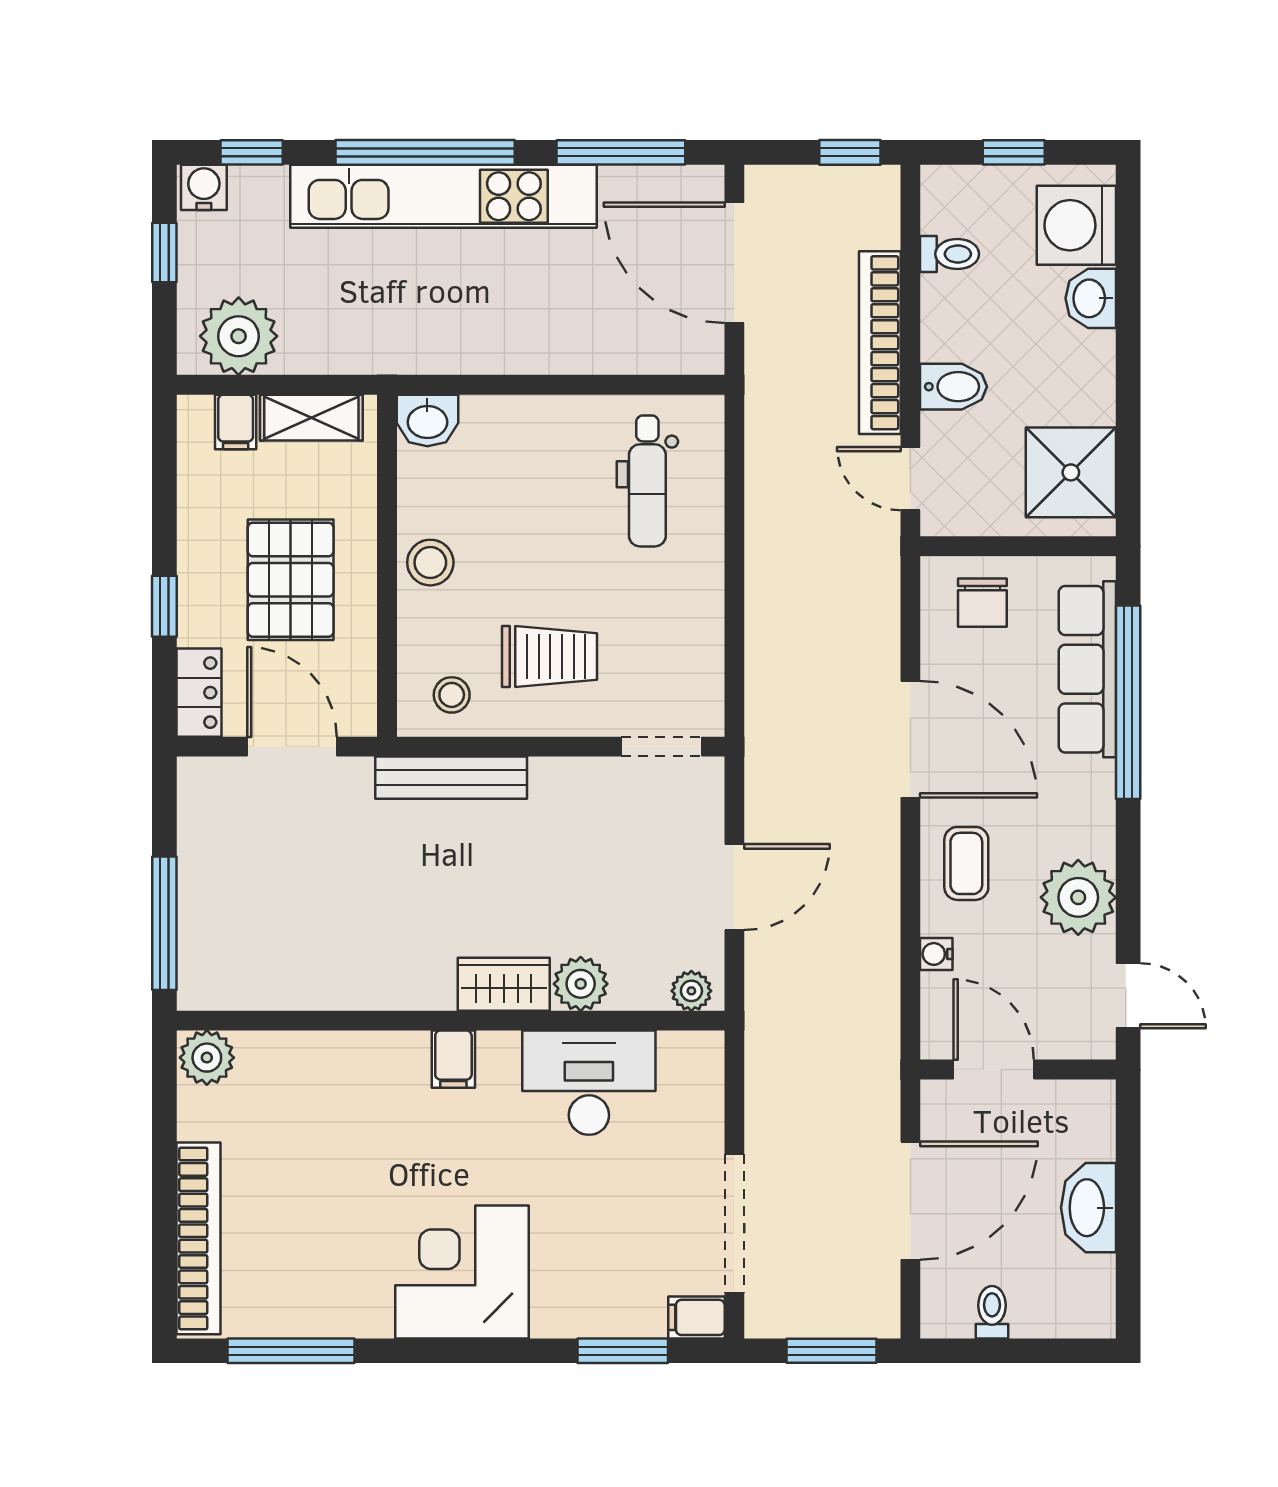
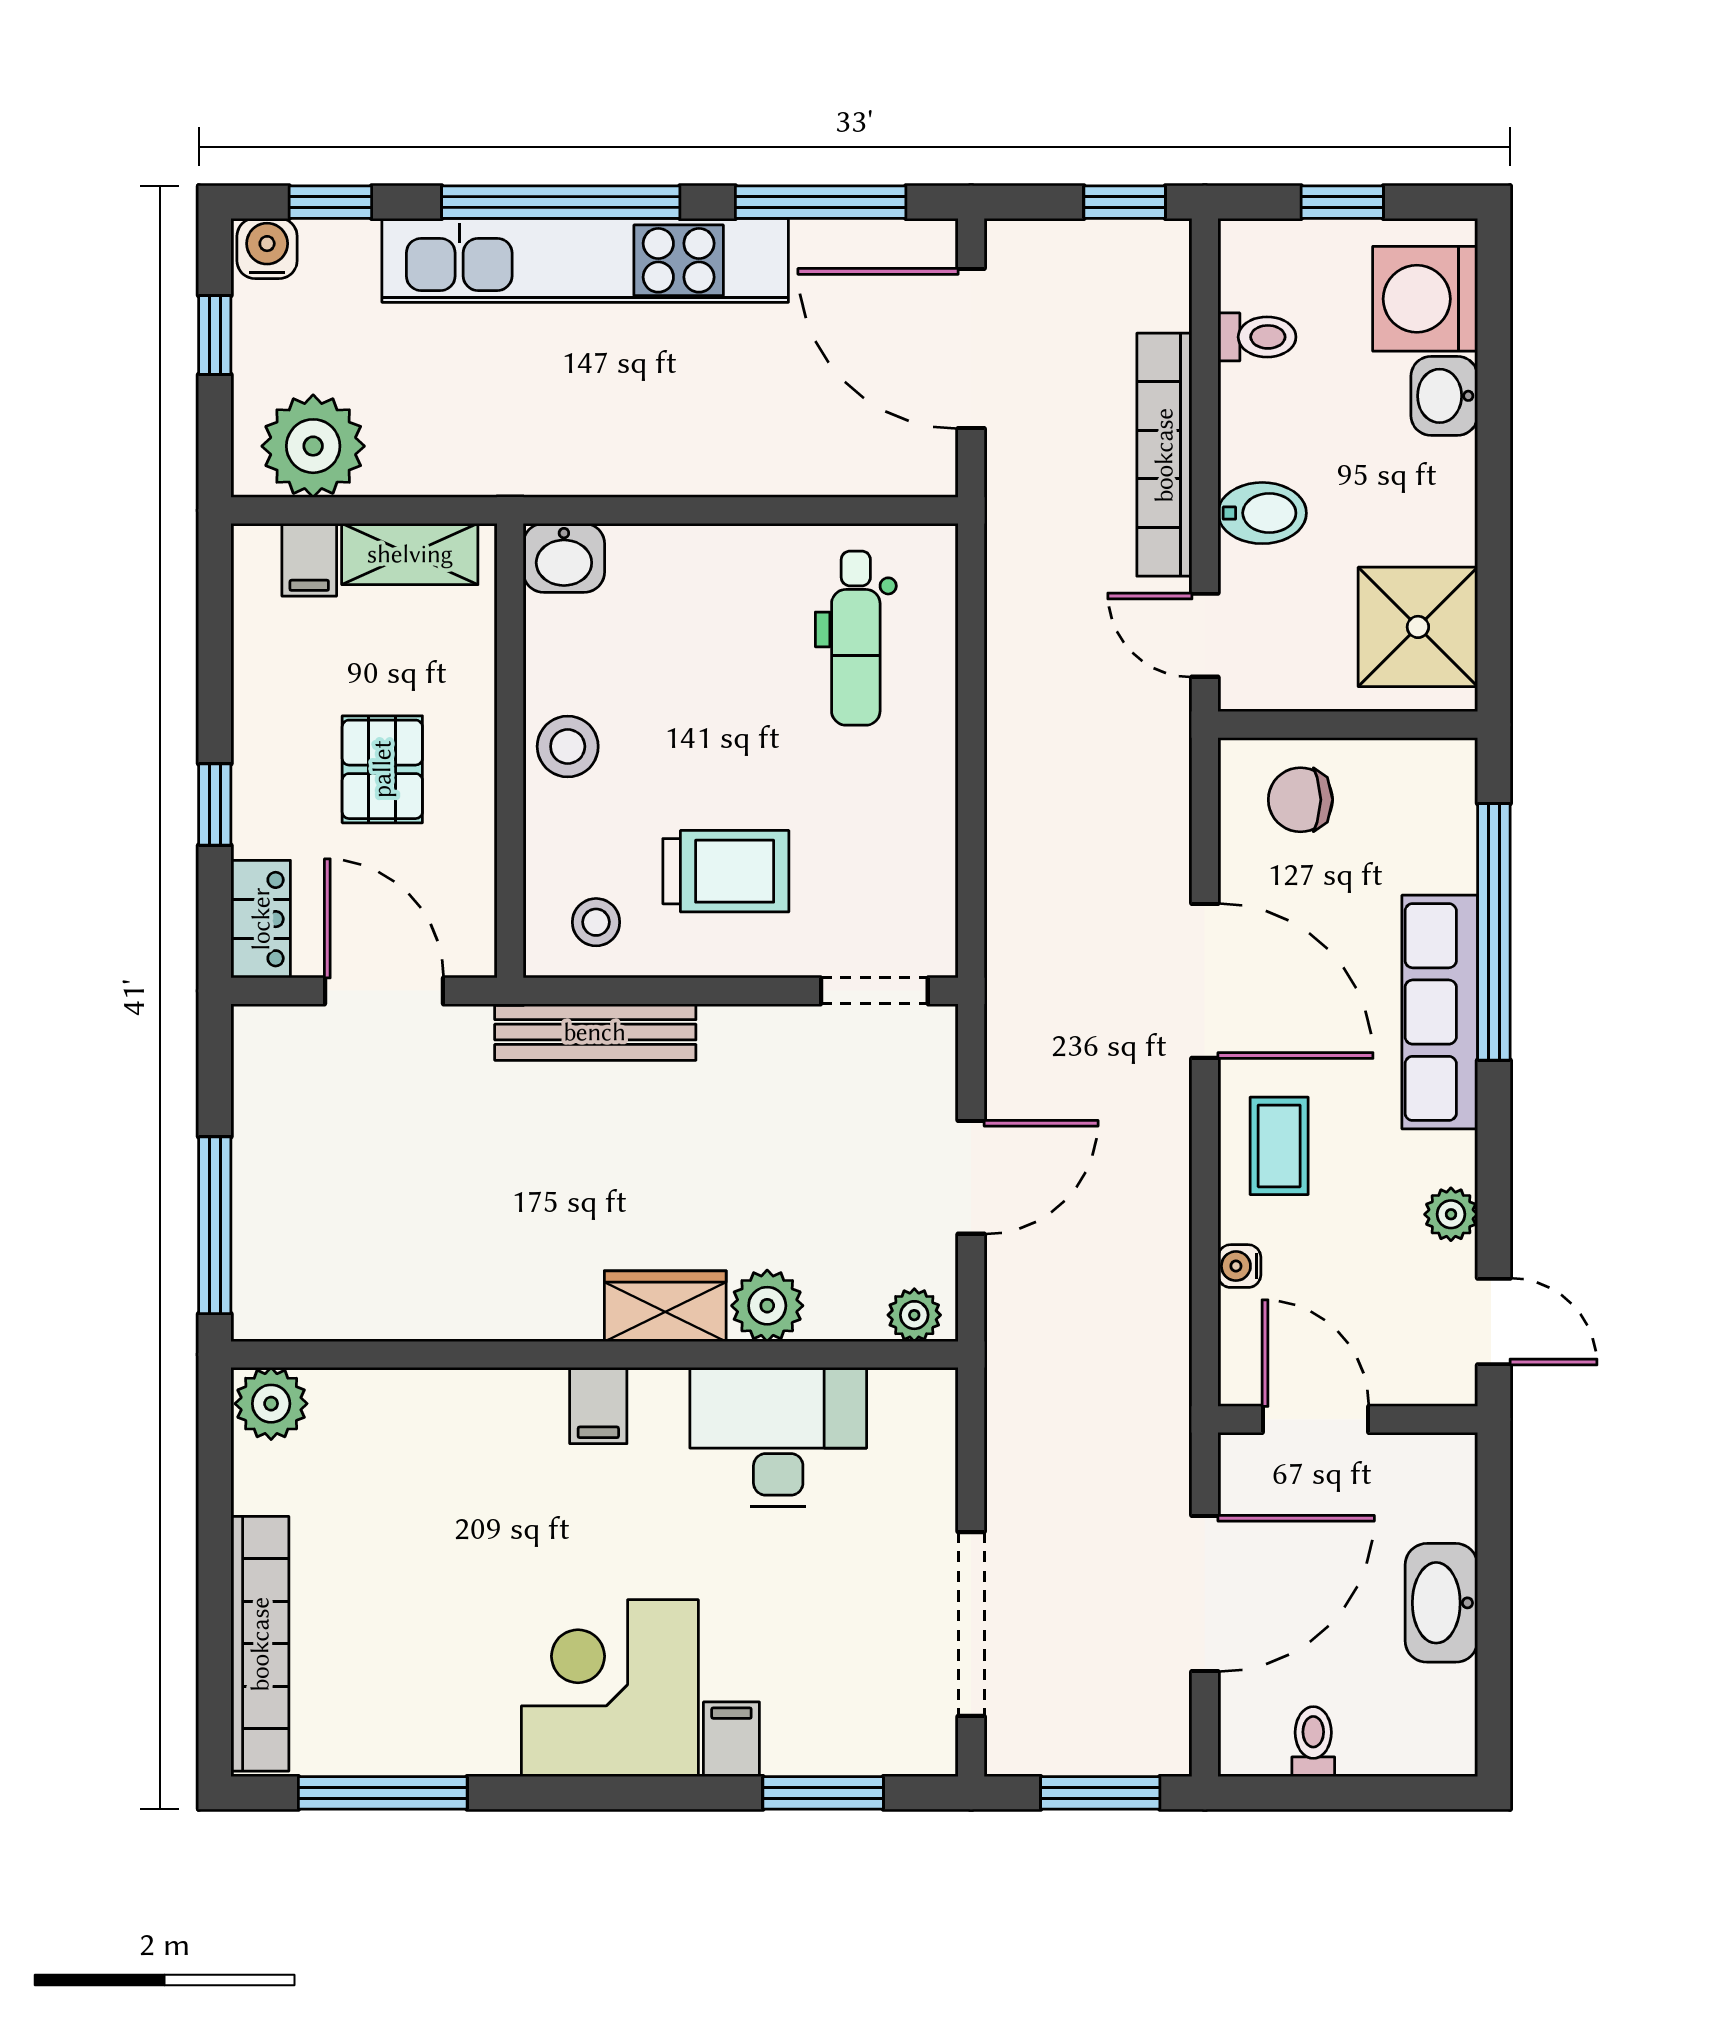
pallet: (291, 580) -> (382, 769), width x0.67, depth x0.71
chair: (982, 603) -> (1300, 800), turned 90
row of seats: (1087, 669) -> (1440, 1012), moved
plant: (1078, 897) -> (1451, 1214), width x0.53, depth x0.53
filing cabinet: (696, 1317) -> (731, 1739), moved, turned 90

